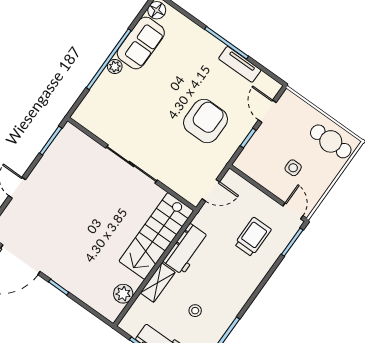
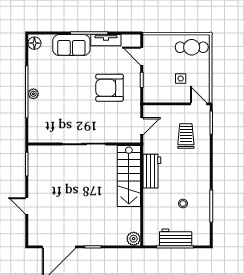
sofa: (141, 43) -> (71, 45), moved, turned 90
armchair: (205, 121) -> (110, 88), turned -90
shelving: (158, 283) -> (149, 203), removed
plant: (123, 294) -> (134, 239), moved

